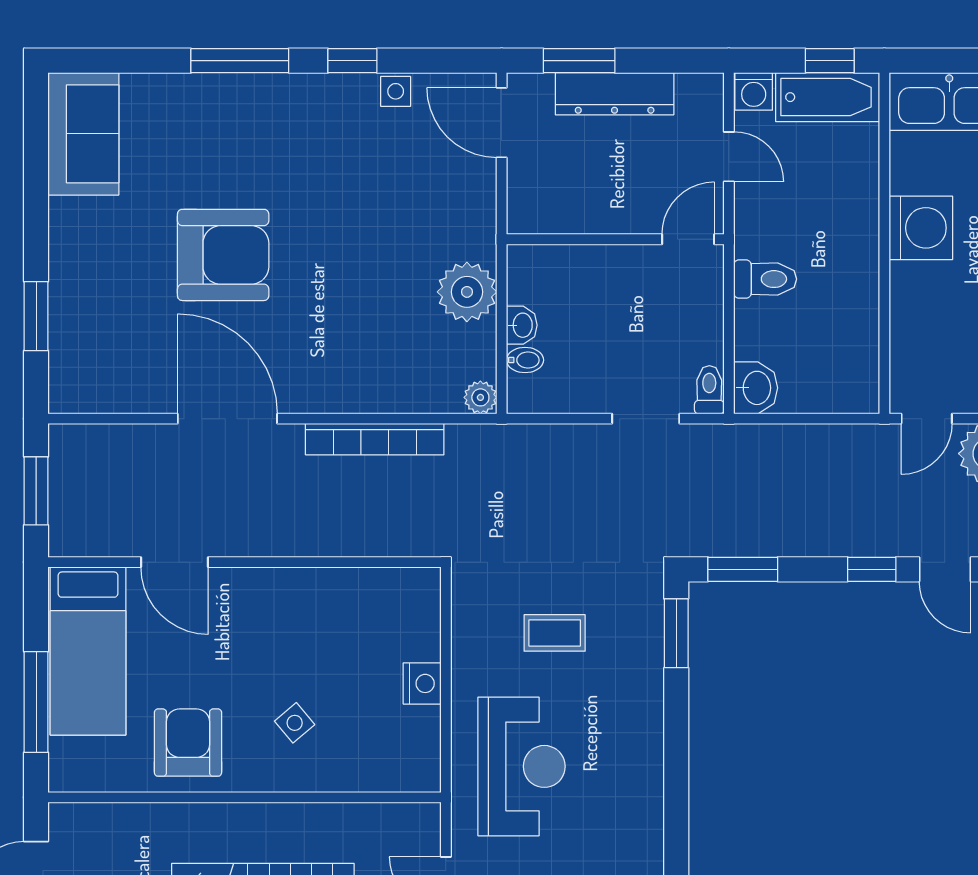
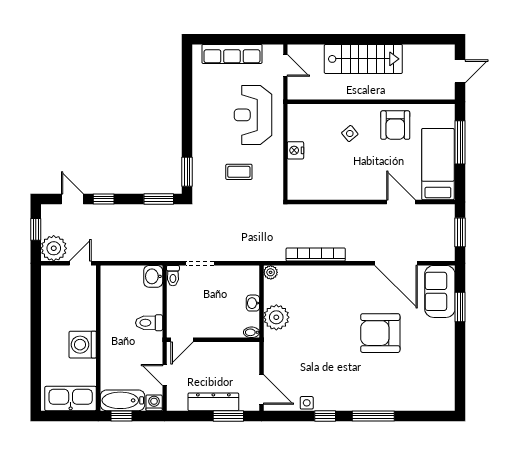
sofa: (83, 134) -> (440, 291), moved
bidet: (525, 360) -> (252, 332), moved
door: (227, 419) -> (396, 263), moved

